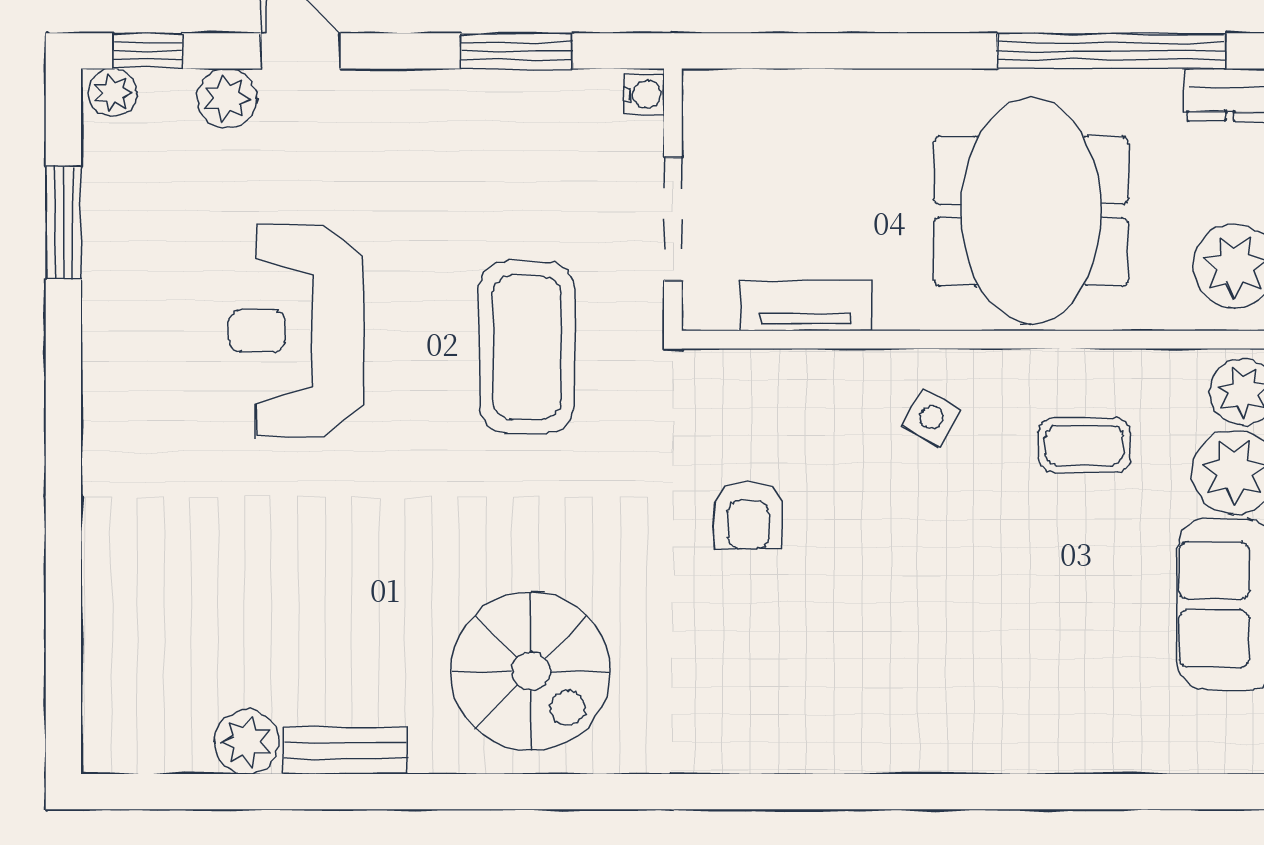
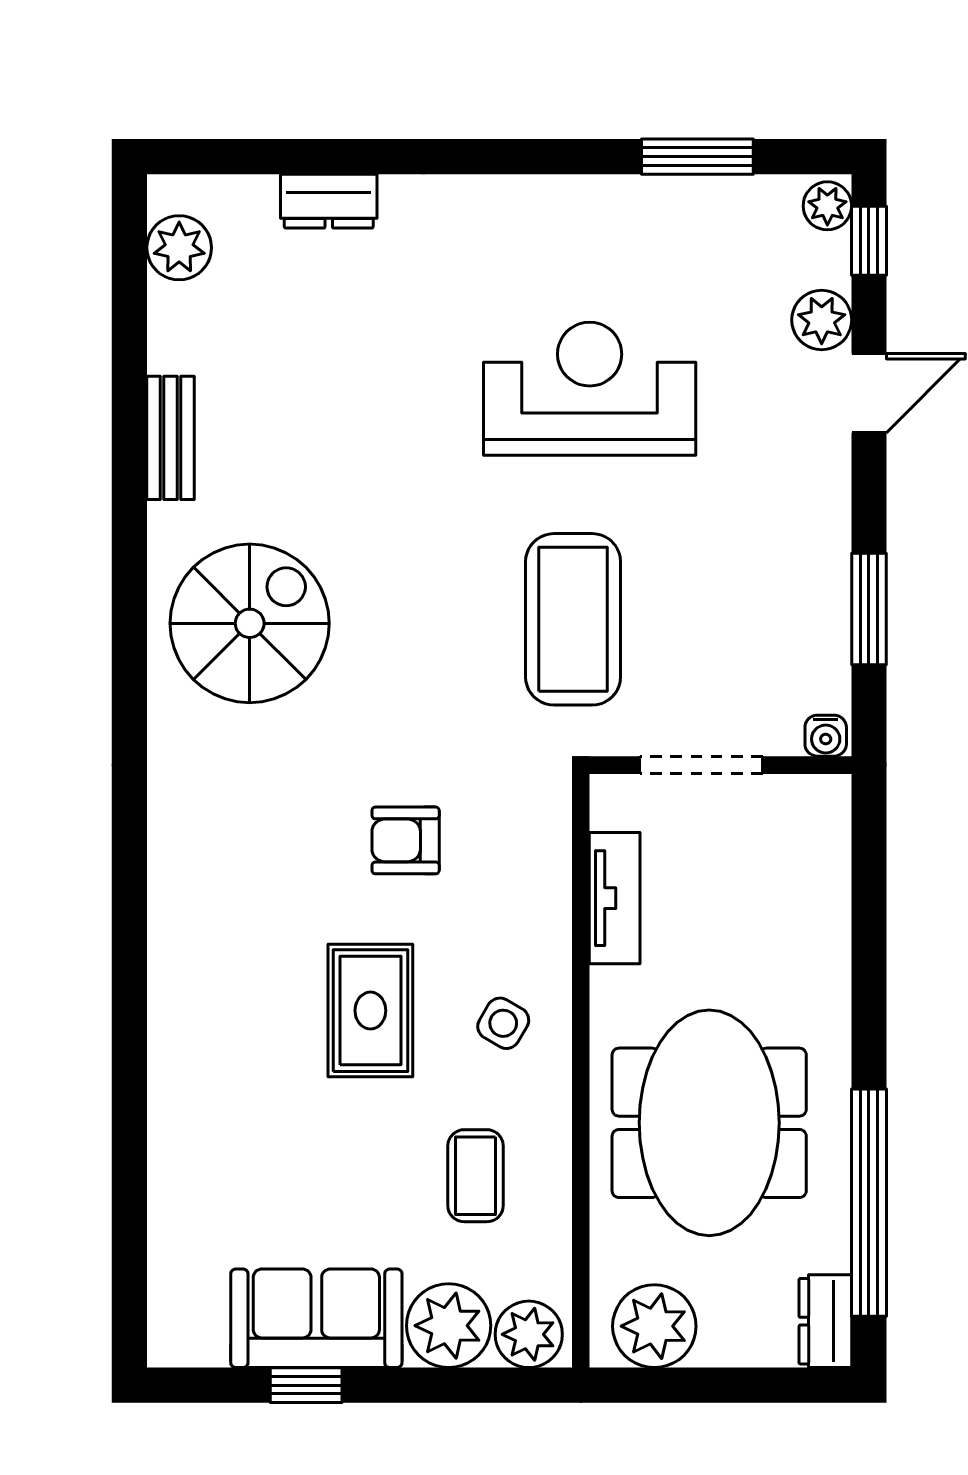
meeting table: (1031, 211) -> (709, 1123), turned 90
coffee table: (527, 347) -> (573, 619), turned 90
rug: (919, 550) -> (370, 1011), added
dresser: (108, 592) -> (329, 201), added
spiral stairs: (531, 671) -> (250, 623), turned 180
plant: (246, 742) -> (179, 248), moved

